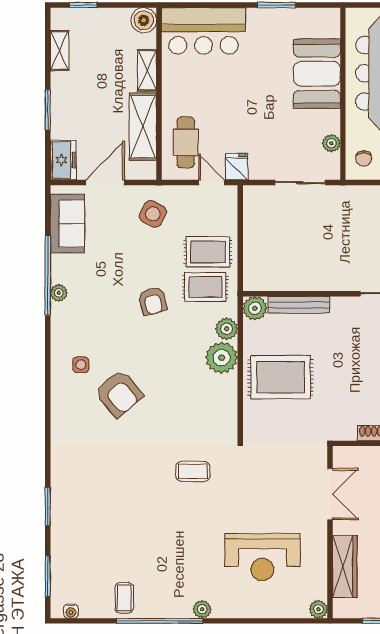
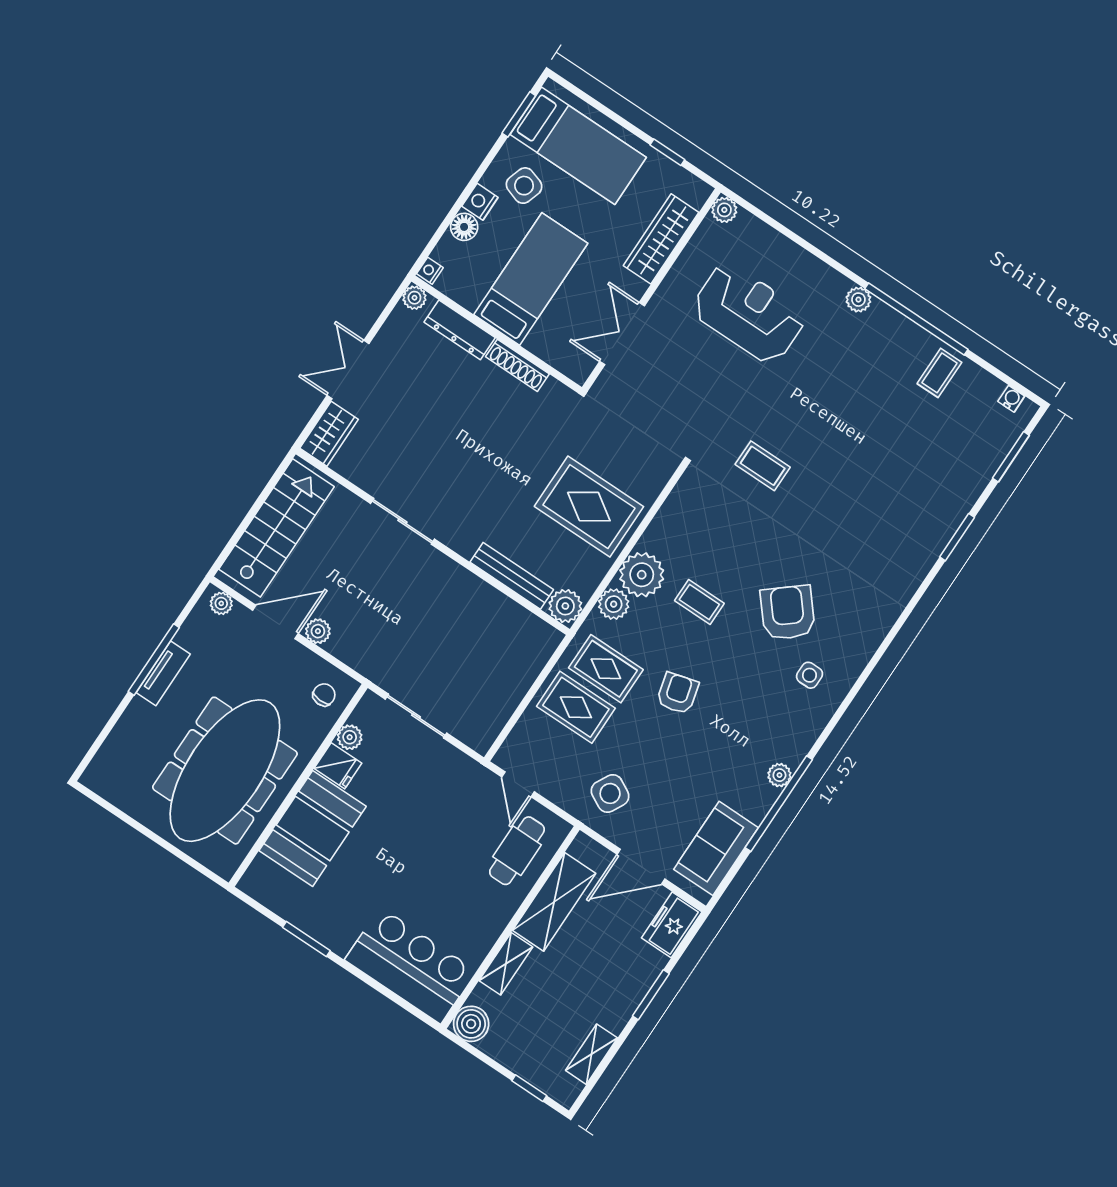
fridge: (237, 167) -> (338, 766), moved, turned -90
coffee table: (176, 364) -> (699, 602), added

